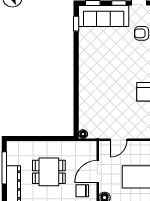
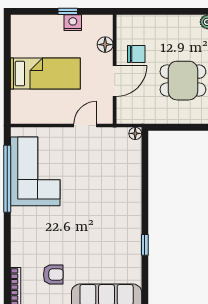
window: (76, 24) -> (145, 245), moved

